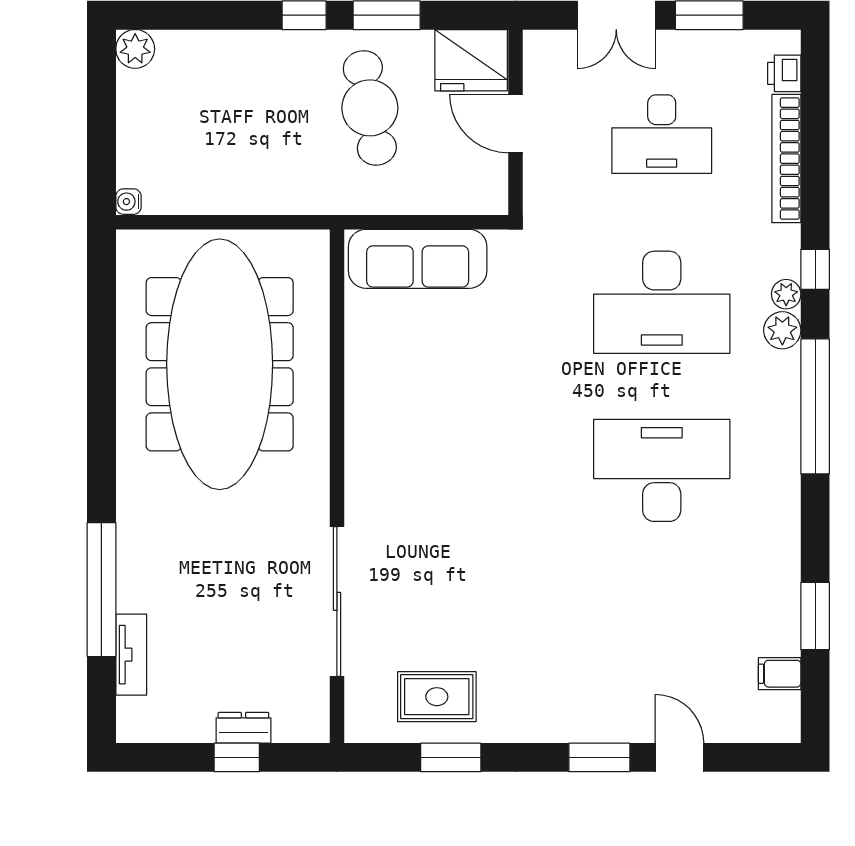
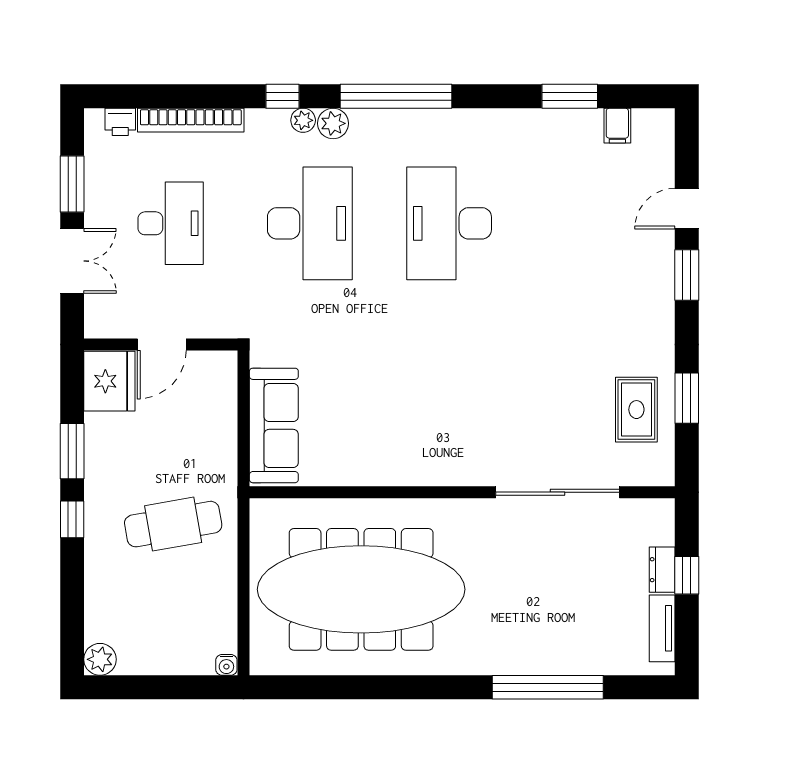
cafe table: (370, 108) -> (173, 524), moved
tv unit: (131, 655) -> (662, 628), moved, turned -90

